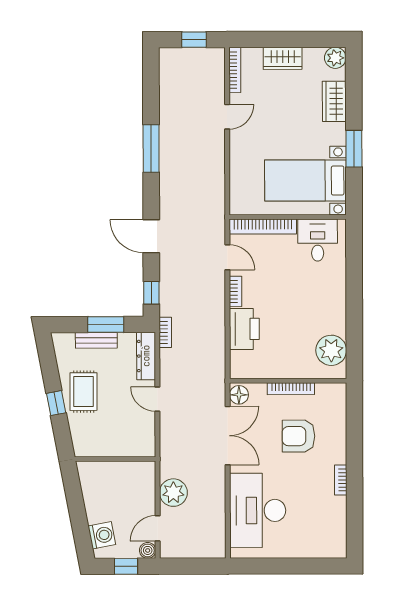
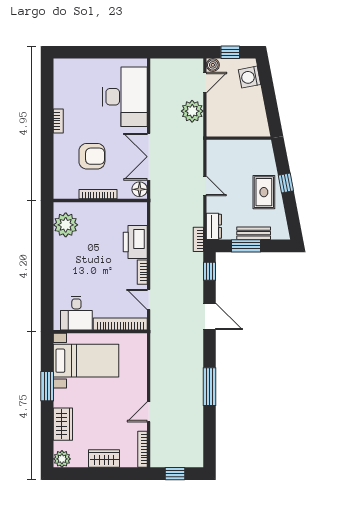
dresser: (146, 356) -> (214, 226), width x0.70

